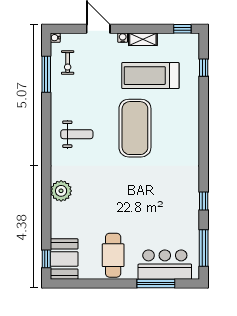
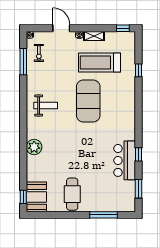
window: (204, 68) -> (139, 70), moved
window: (204, 248) -> (139, 189), width x0.69
bar counter: (165, 265) -> (125, 160), moved, turned -90

